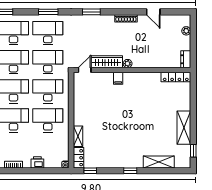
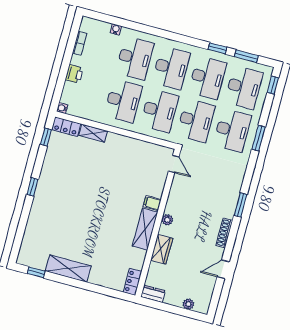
window: (91, 12) -> (241, 205), moved
wardrobe: (107, 62) -> (162, 249), moved, width x0.67
locker: (176, 77) -> (132, 282), width x0.66
shelving: (159, 162) -> (145, 229), moved

